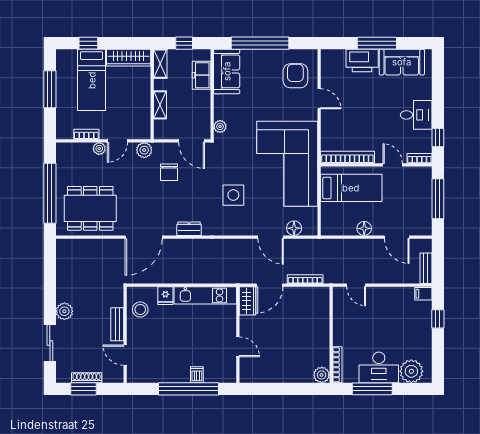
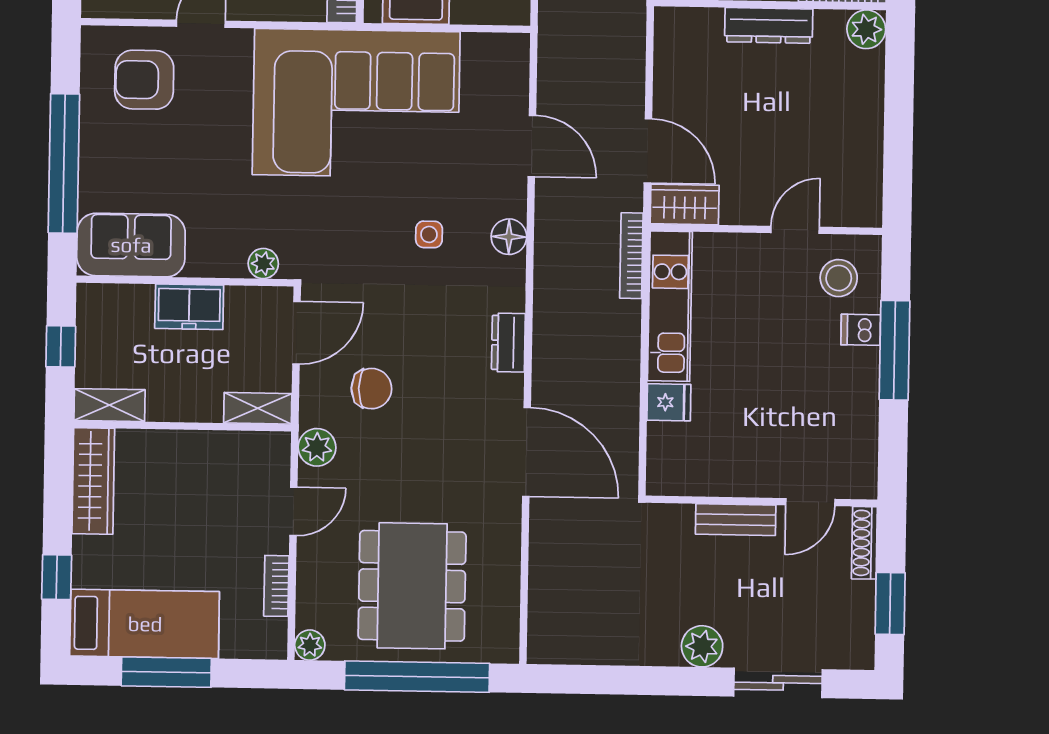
freezer: (202, 75) -> (189, 307), moved
bed: (92, 80) -> (145, 624), moved
shelving: (160, 105) -> (258, 408), moved
door: (117, 141) -> (293, 511), hinge flipped
plant: (99, 149) -> (310, 645), moved
side table: (233, 195) -> (429, 234), width x0.54, depth x0.54
dining table: (90, 208) -> (412, 586), moved
floor lamp: (294, 228) -> (509, 237), moved
door: (271, 237) -> (532, 146), hinge flipped
bookcase: (305, 279) -> (631, 256), moved
stool: (140, 310) -> (839, 278), moved
dresser: (322, 334) -> (769, 25), added
shoe rack: (87, 378) -> (864, 543), moved
window: (189, 389) -> (895, 350), width x0.68

